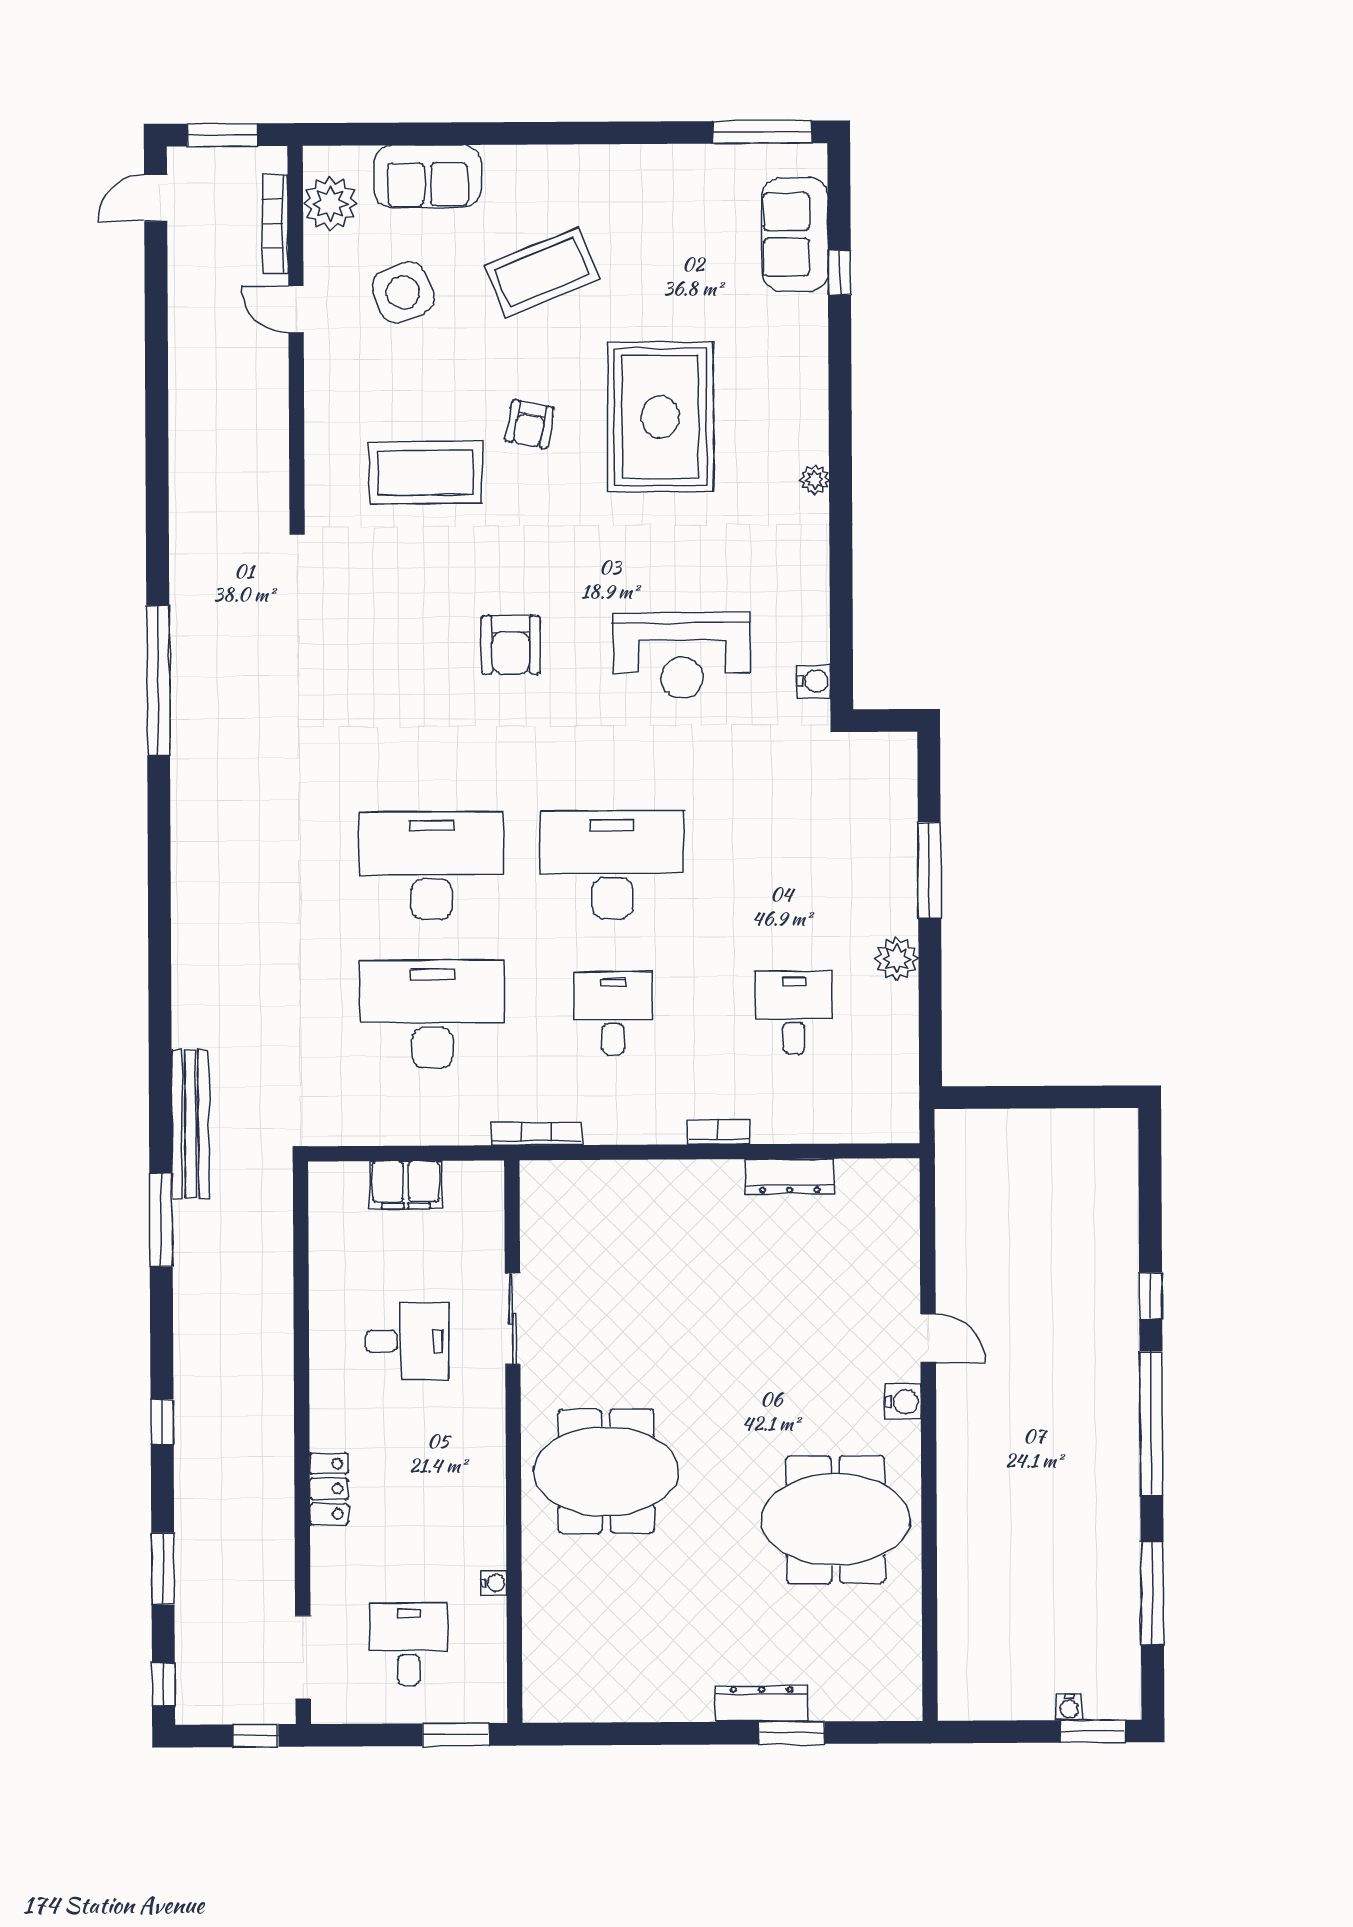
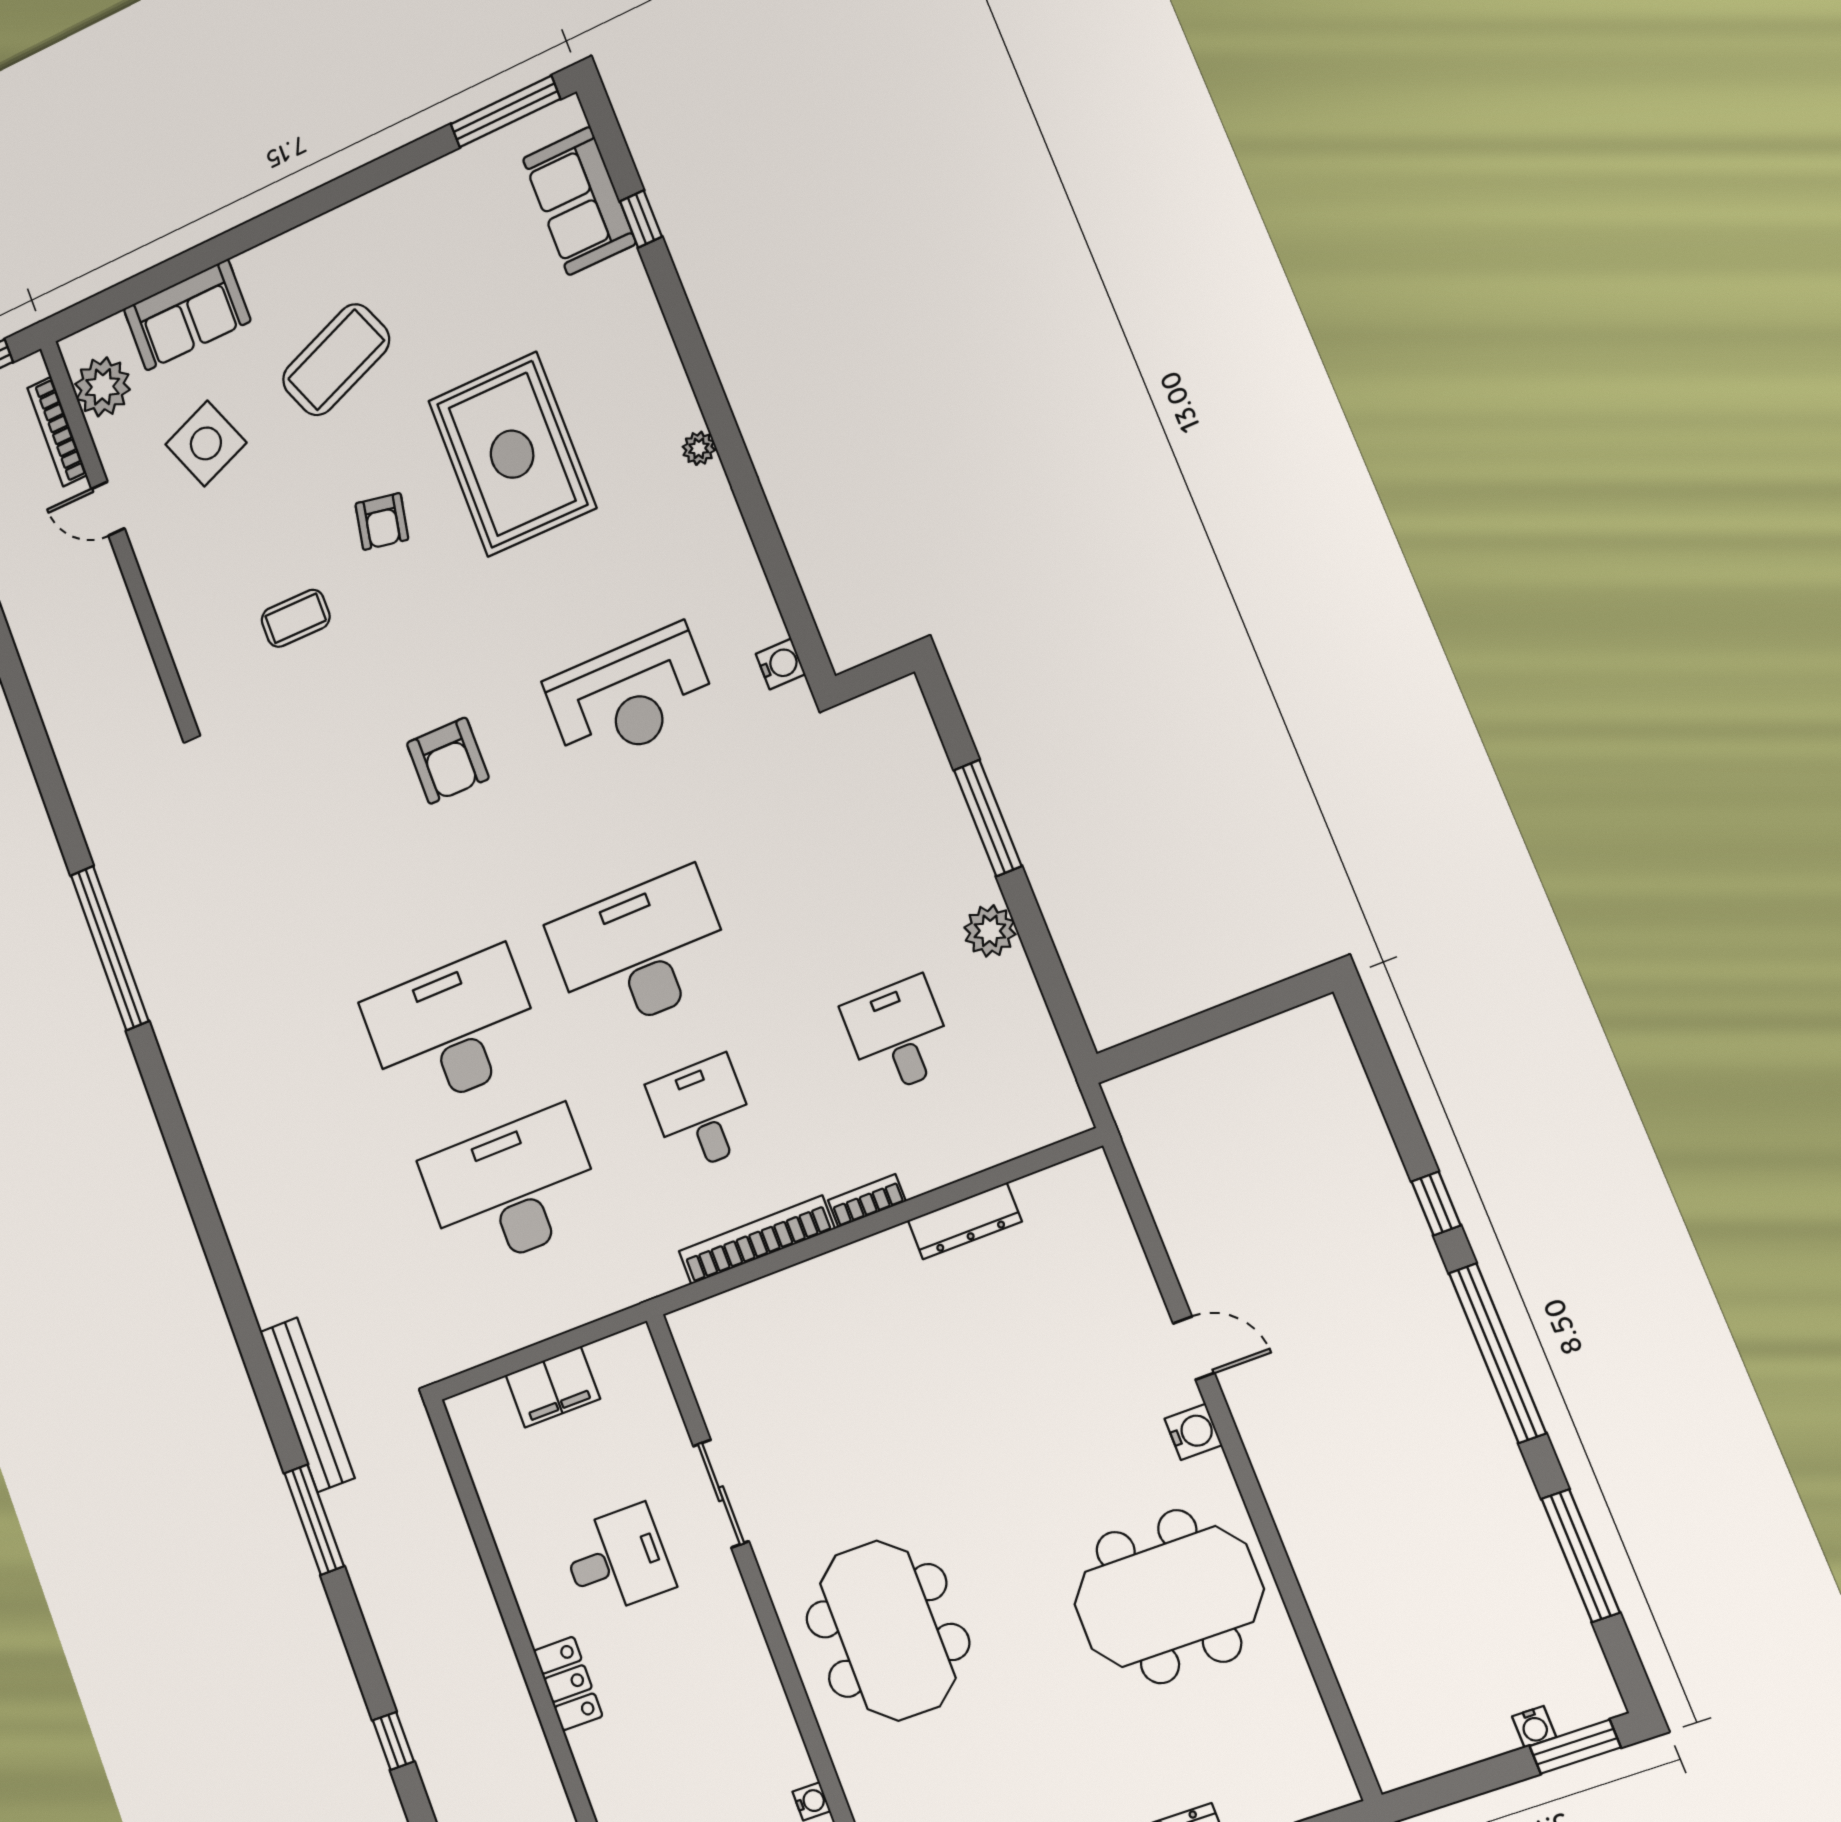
coffee table: (426, 473) -> (296, 618), width x0.54, depth x0.58
bookcase: (537, 1134) -> (757, 1240), moved, width x1.48, depth x1.31
meeting table: (606, 1471) -> (888, 1631), turned 90
locker: (329, 1489) -> (568, 1683), moved

